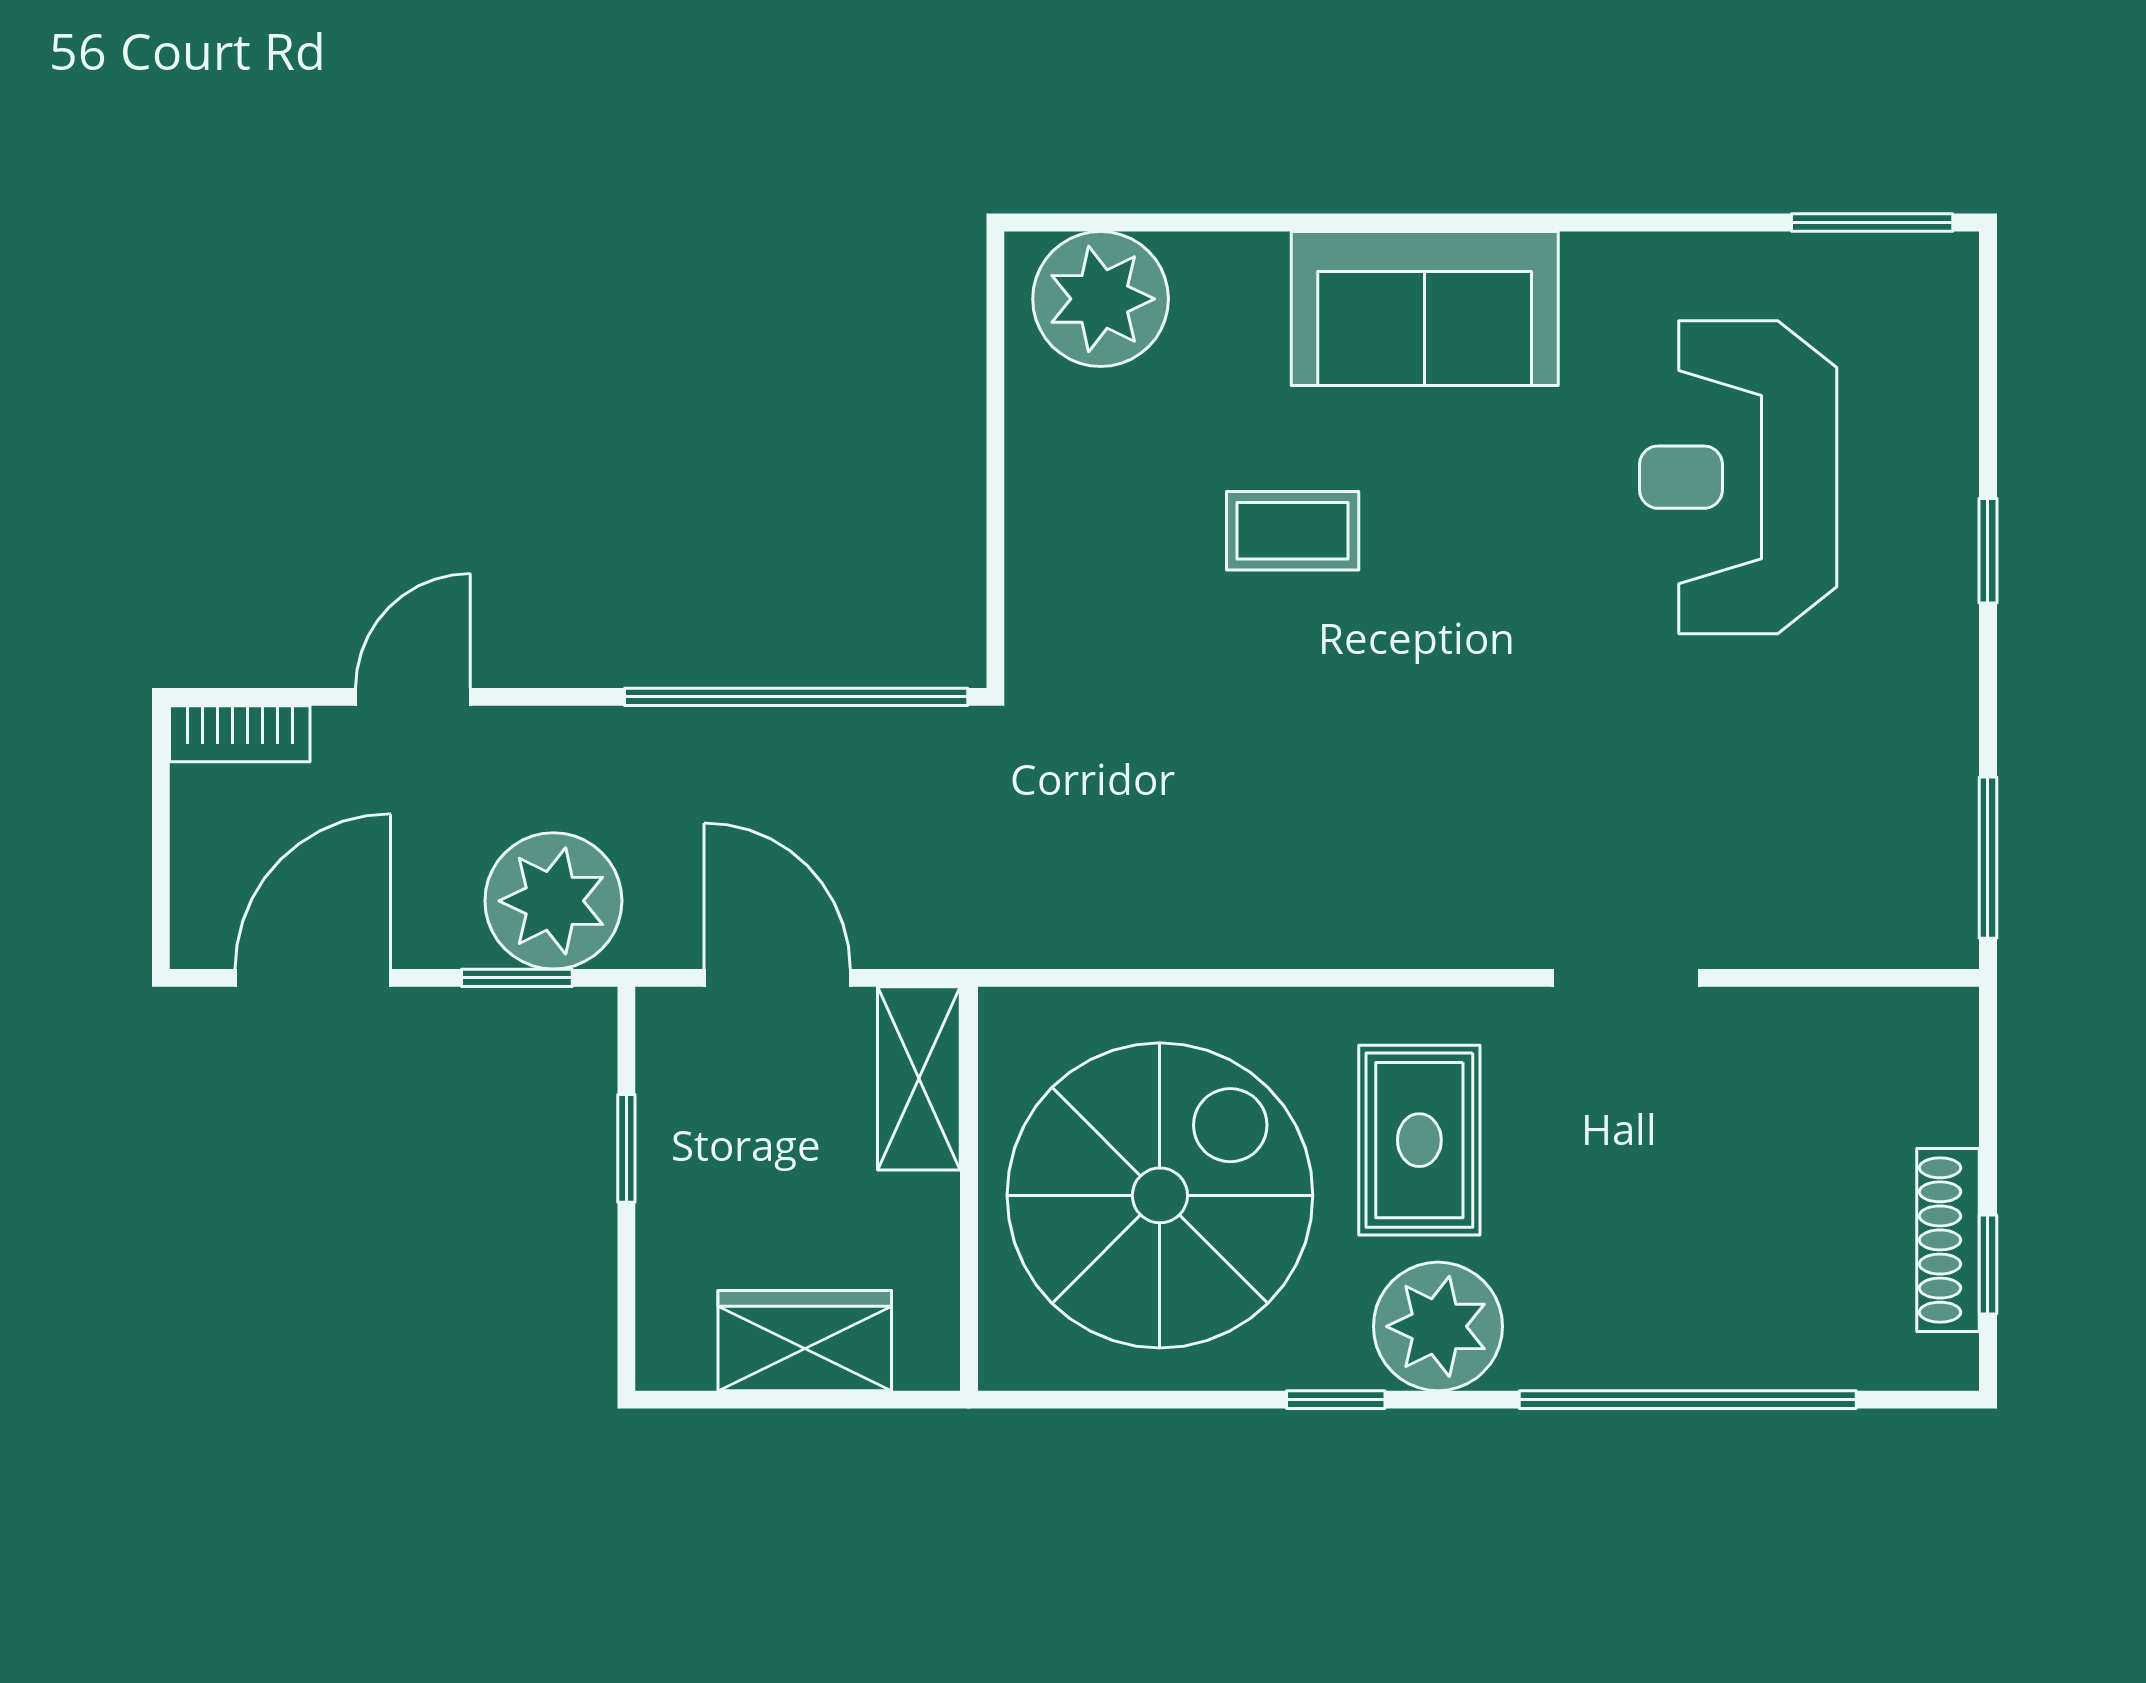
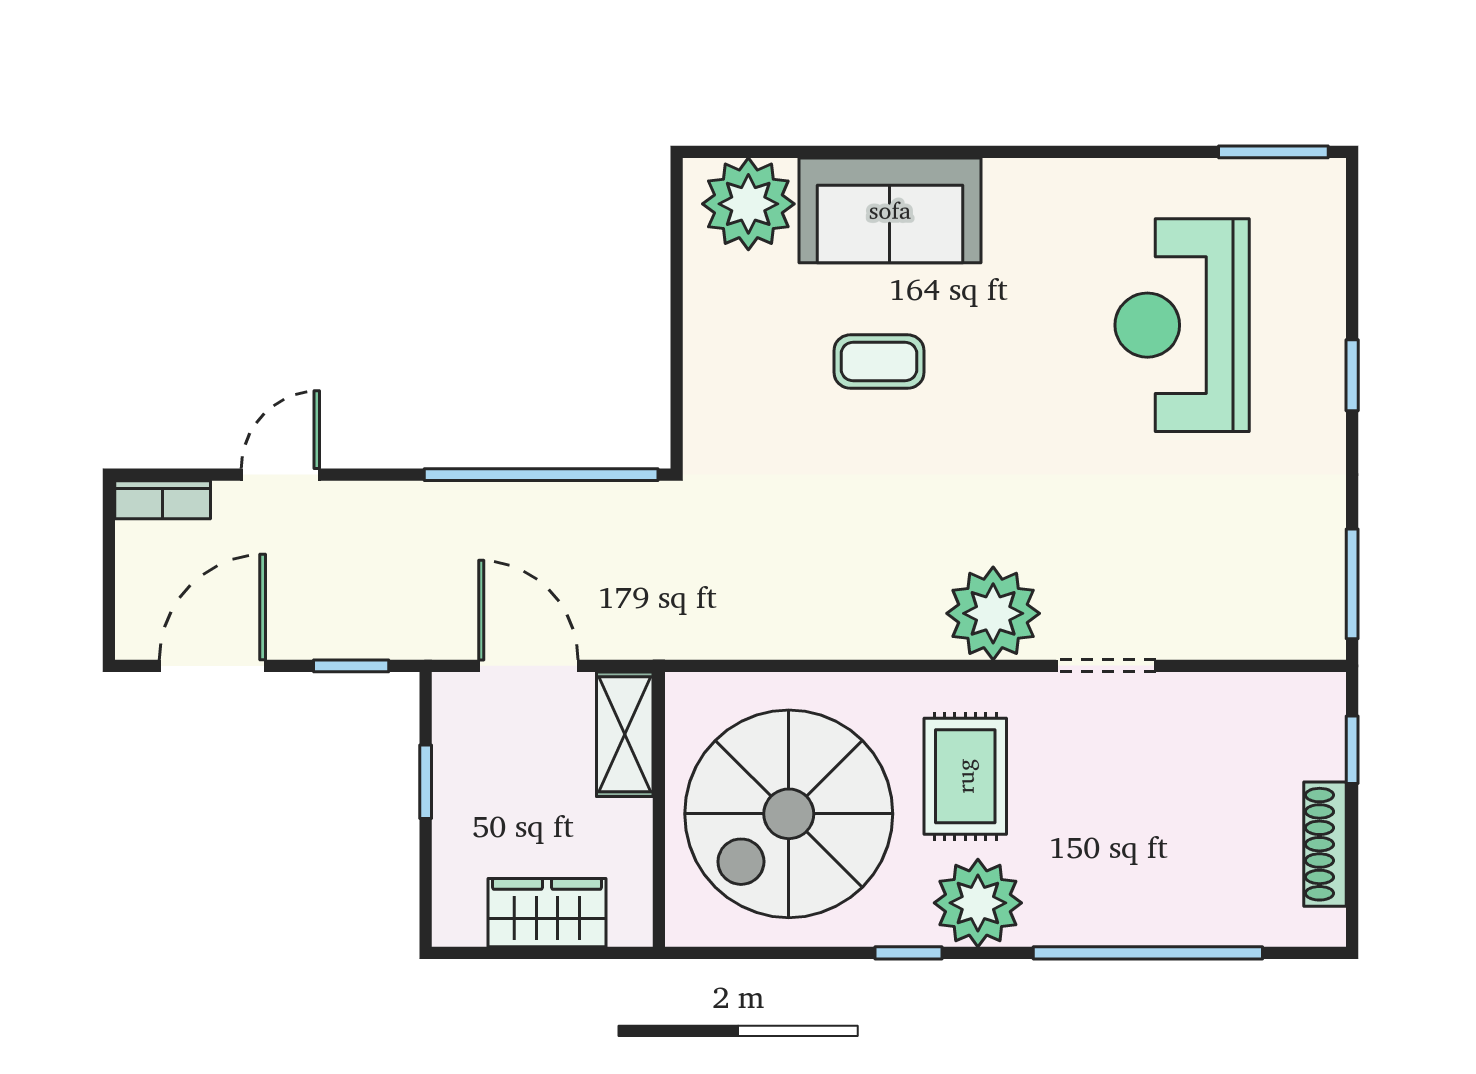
sofa: (1425, 308) -> (890, 210), moved
plant: (553, 901) -> (993, 613), moved
spiral stairs: (1160, 1195) -> (789, 814), turned 180
window: (1988, 1264) -> (1352, 750), moved

